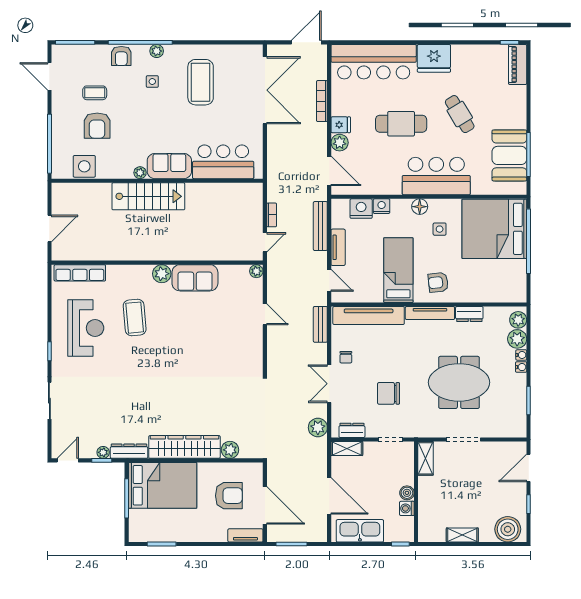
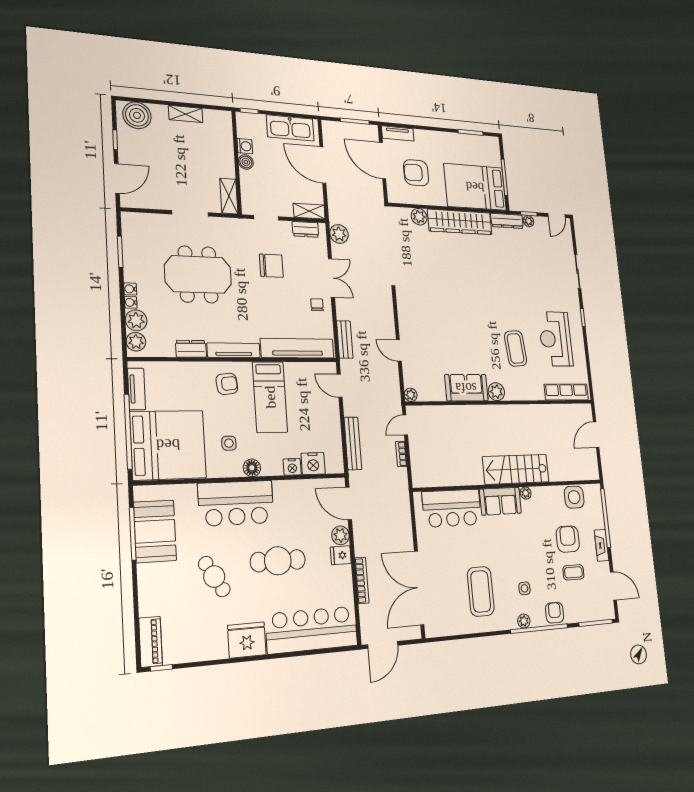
fireplace: (58, 117) -> (602, 545), added
tv unit: (338, 247) -> (137, 389), moved, turned 180

